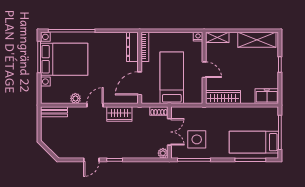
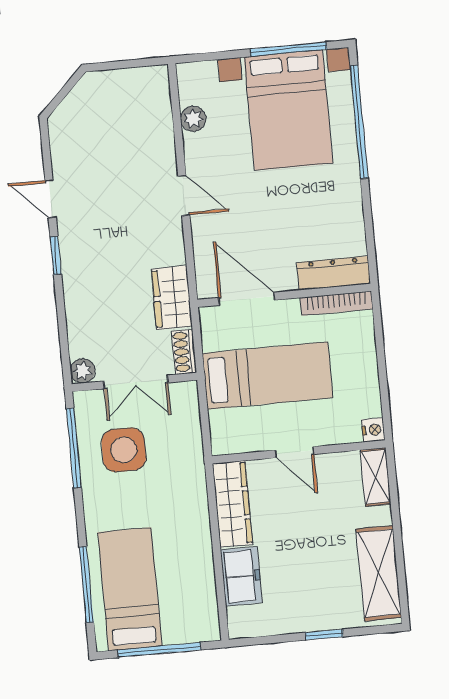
door: (204, 70) -> (295, 452), hinge flipped
freezer: (267, 96) -> (241, 576), moved
plant: (75, 98) -> (193, 119), moved
bench: (54, 112) -> (159, 97), removed
wardrobe: (119, 114) -> (172, 298), moved

